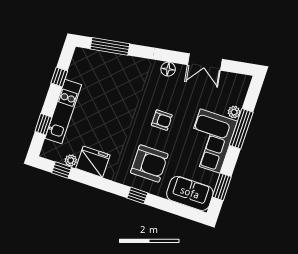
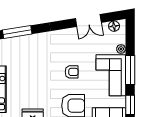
floor lamp: (168, 69) -> (114, 26), moved
window: (241, 129) -> (130, 70), moved

